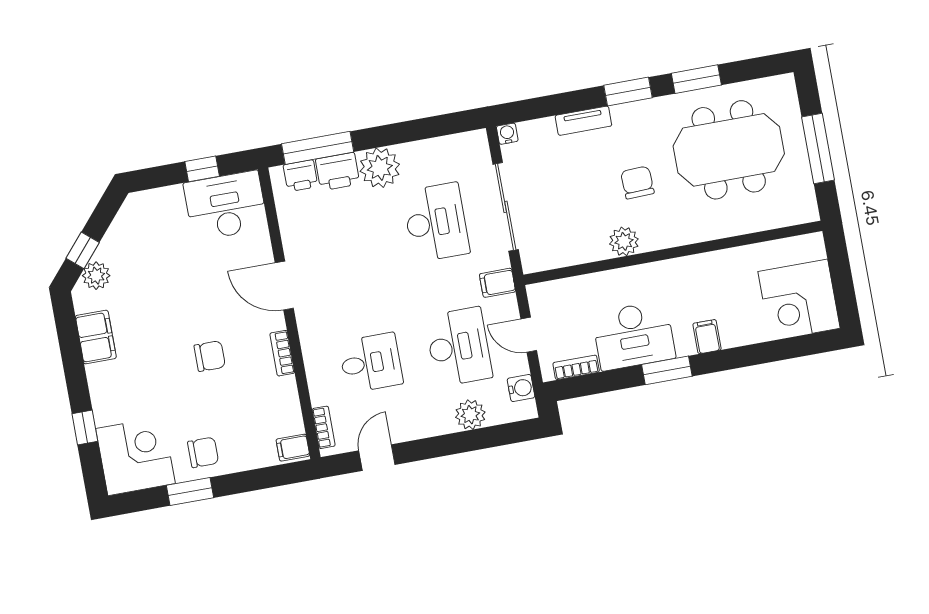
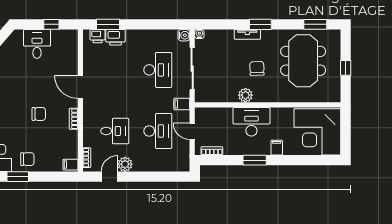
window: (696, 79) -> (315, 24), moved
tv unit: (583, 121) -> (247, 34), moved
window: (318, 148) -> (108, 24), width x0.69
window: (818, 149) -> (346, 68), width x0.46
meeting table: (729, 150) -> (303, 61), turned 90
plant: (380, 168) -> (136, 39), removed
desk: (226, 206) -> (37, 44), moved, width x0.73
corner desk: (799, 300) -> (317, 132), width x1.36, depth x1.36
desk: (634, 336) -> (251, 122), moved, turned 180
water cooler: (521, 388) -> (184, 35), moved
plant: (470, 415) -> (125, 164), moved

